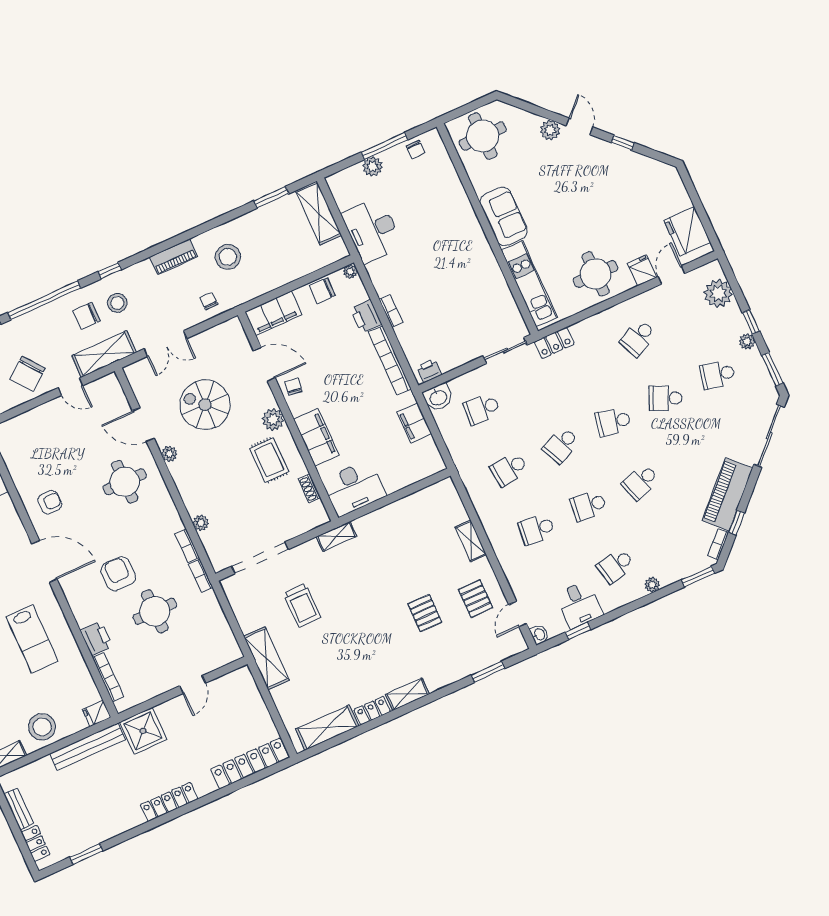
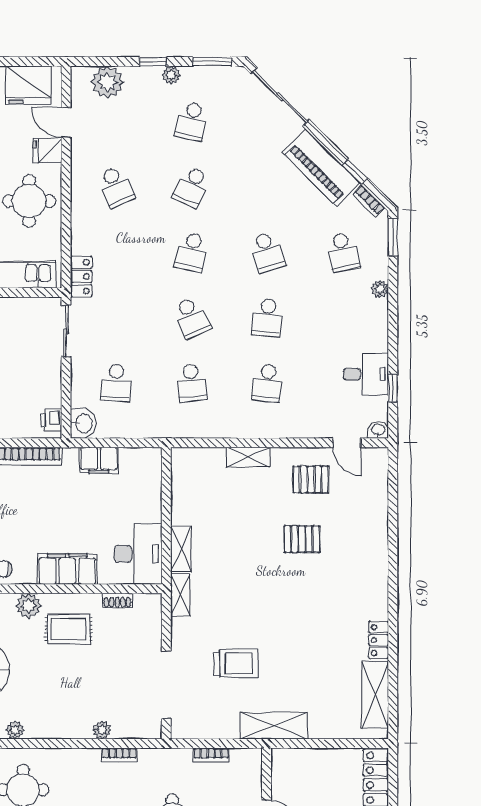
school desk: (616, 566) -> (343, 252), moved
bookcase: (201, 576) -> (211, 755), moved
window: (488, 672) -> (393, 501), removed
shelving: (407, 694) -> (181, 549), moved

